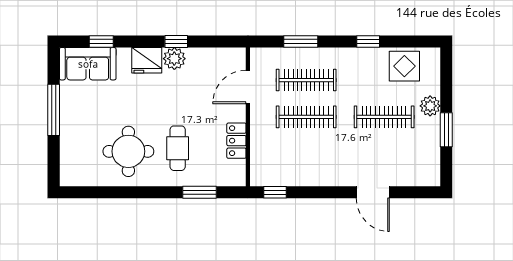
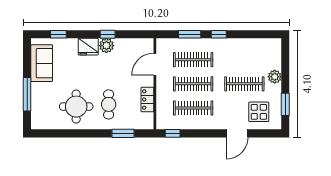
window: (368, 41) -> (219, 34), moved
sofa: (88, 64) -> (42, 63), moved, turned -90
display table: (404, 66) -> (259, 112), moved
window: (54, 110) -> (27, 94), moved
window: (446, 130) -> (285, 104), moved
clothes rail: (306, 154) -> (193, 108), added
door: (373, 192) -> (237, 133), hinge flipped

